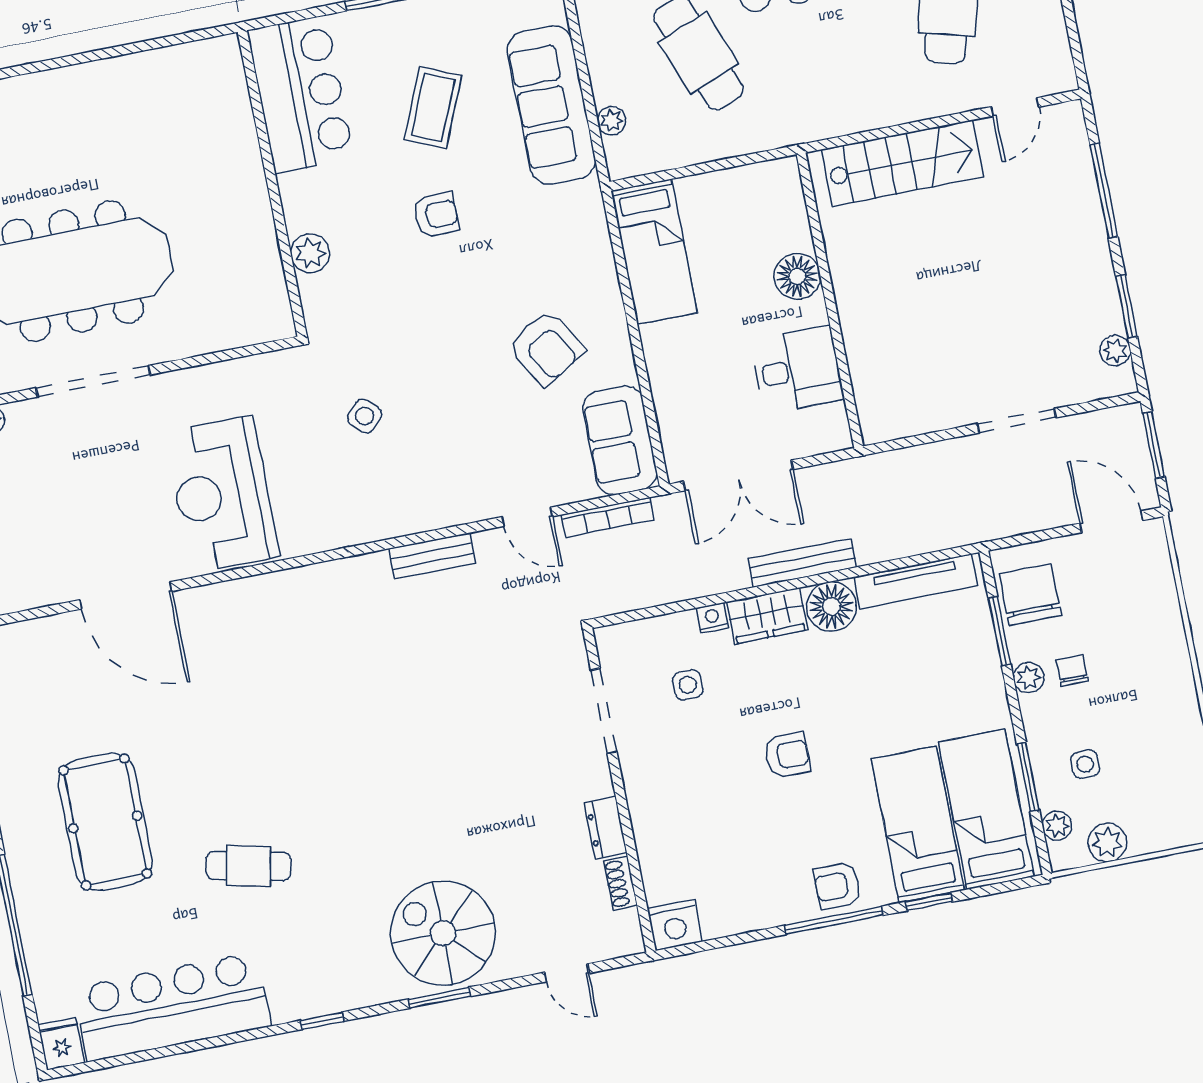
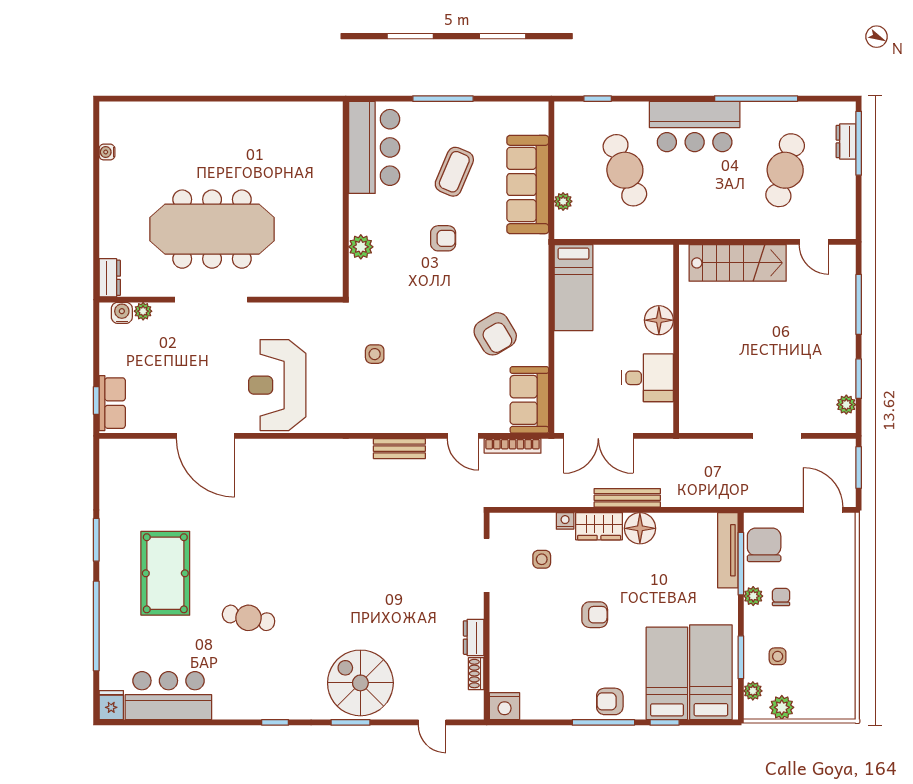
door: (1015, 107) -> (814, 242), hinge flipped
side table: (365, 416) -> (375, 354), turned 45
tv unit: (916, 581) -> (728, 550), moved, turned 90
window: (999, 631) -> (741, 564), width x1.44
bar counter: (172, 1007) -> (168, 696), width x0.73

